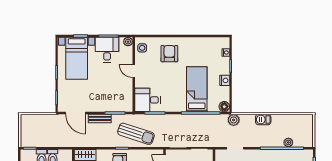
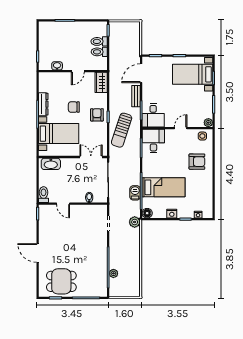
desk: (107, 50) -> (153, 115), moved, turned 90
barbecue: (263, 120) -> (135, 193), moved

